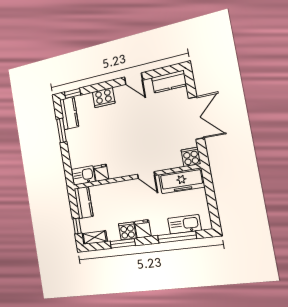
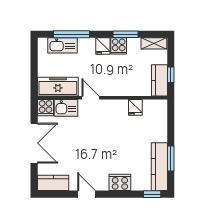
kitchen counter: (69, 113) -> (159, 167), width x1.50
double door: (196, 118) -> (34, 143), swing flipped
kitchen sink: (83, 176) -> (66, 108), moved
window: (77, 226) -> (171, 75), moved

